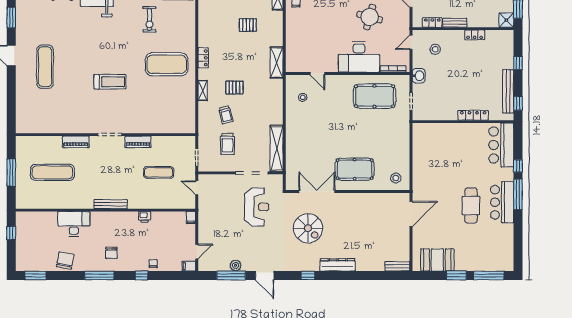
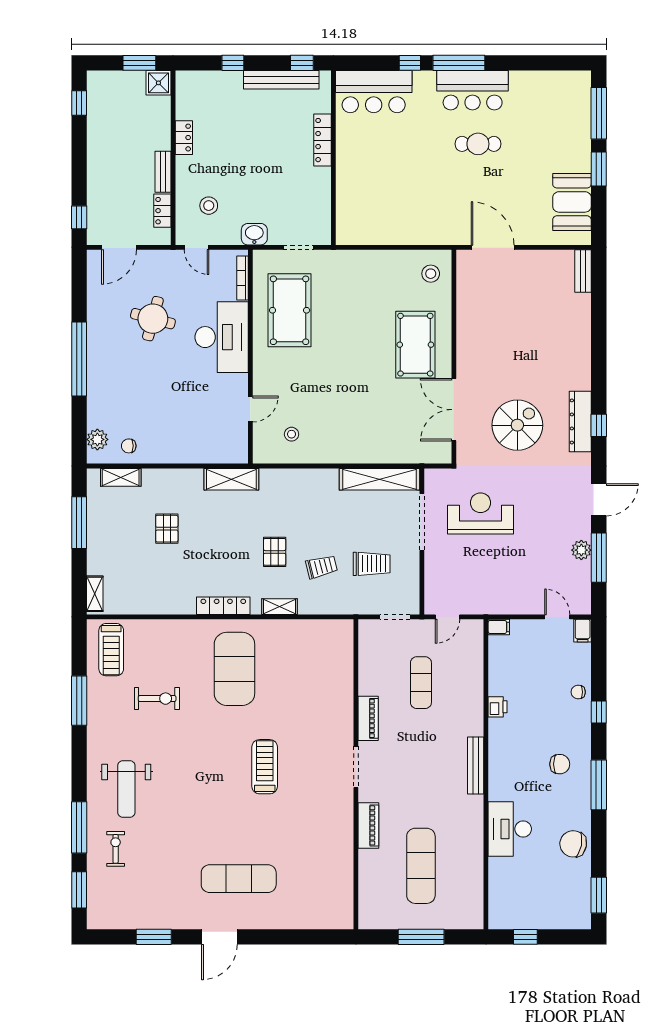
locker: (203, 58) -> (223, 606), width x1.53
cafe table: (471, 205) -> (478, 144), width x0.73, depth x0.74
dresser: (338, 265) -> (580, 421), moved

